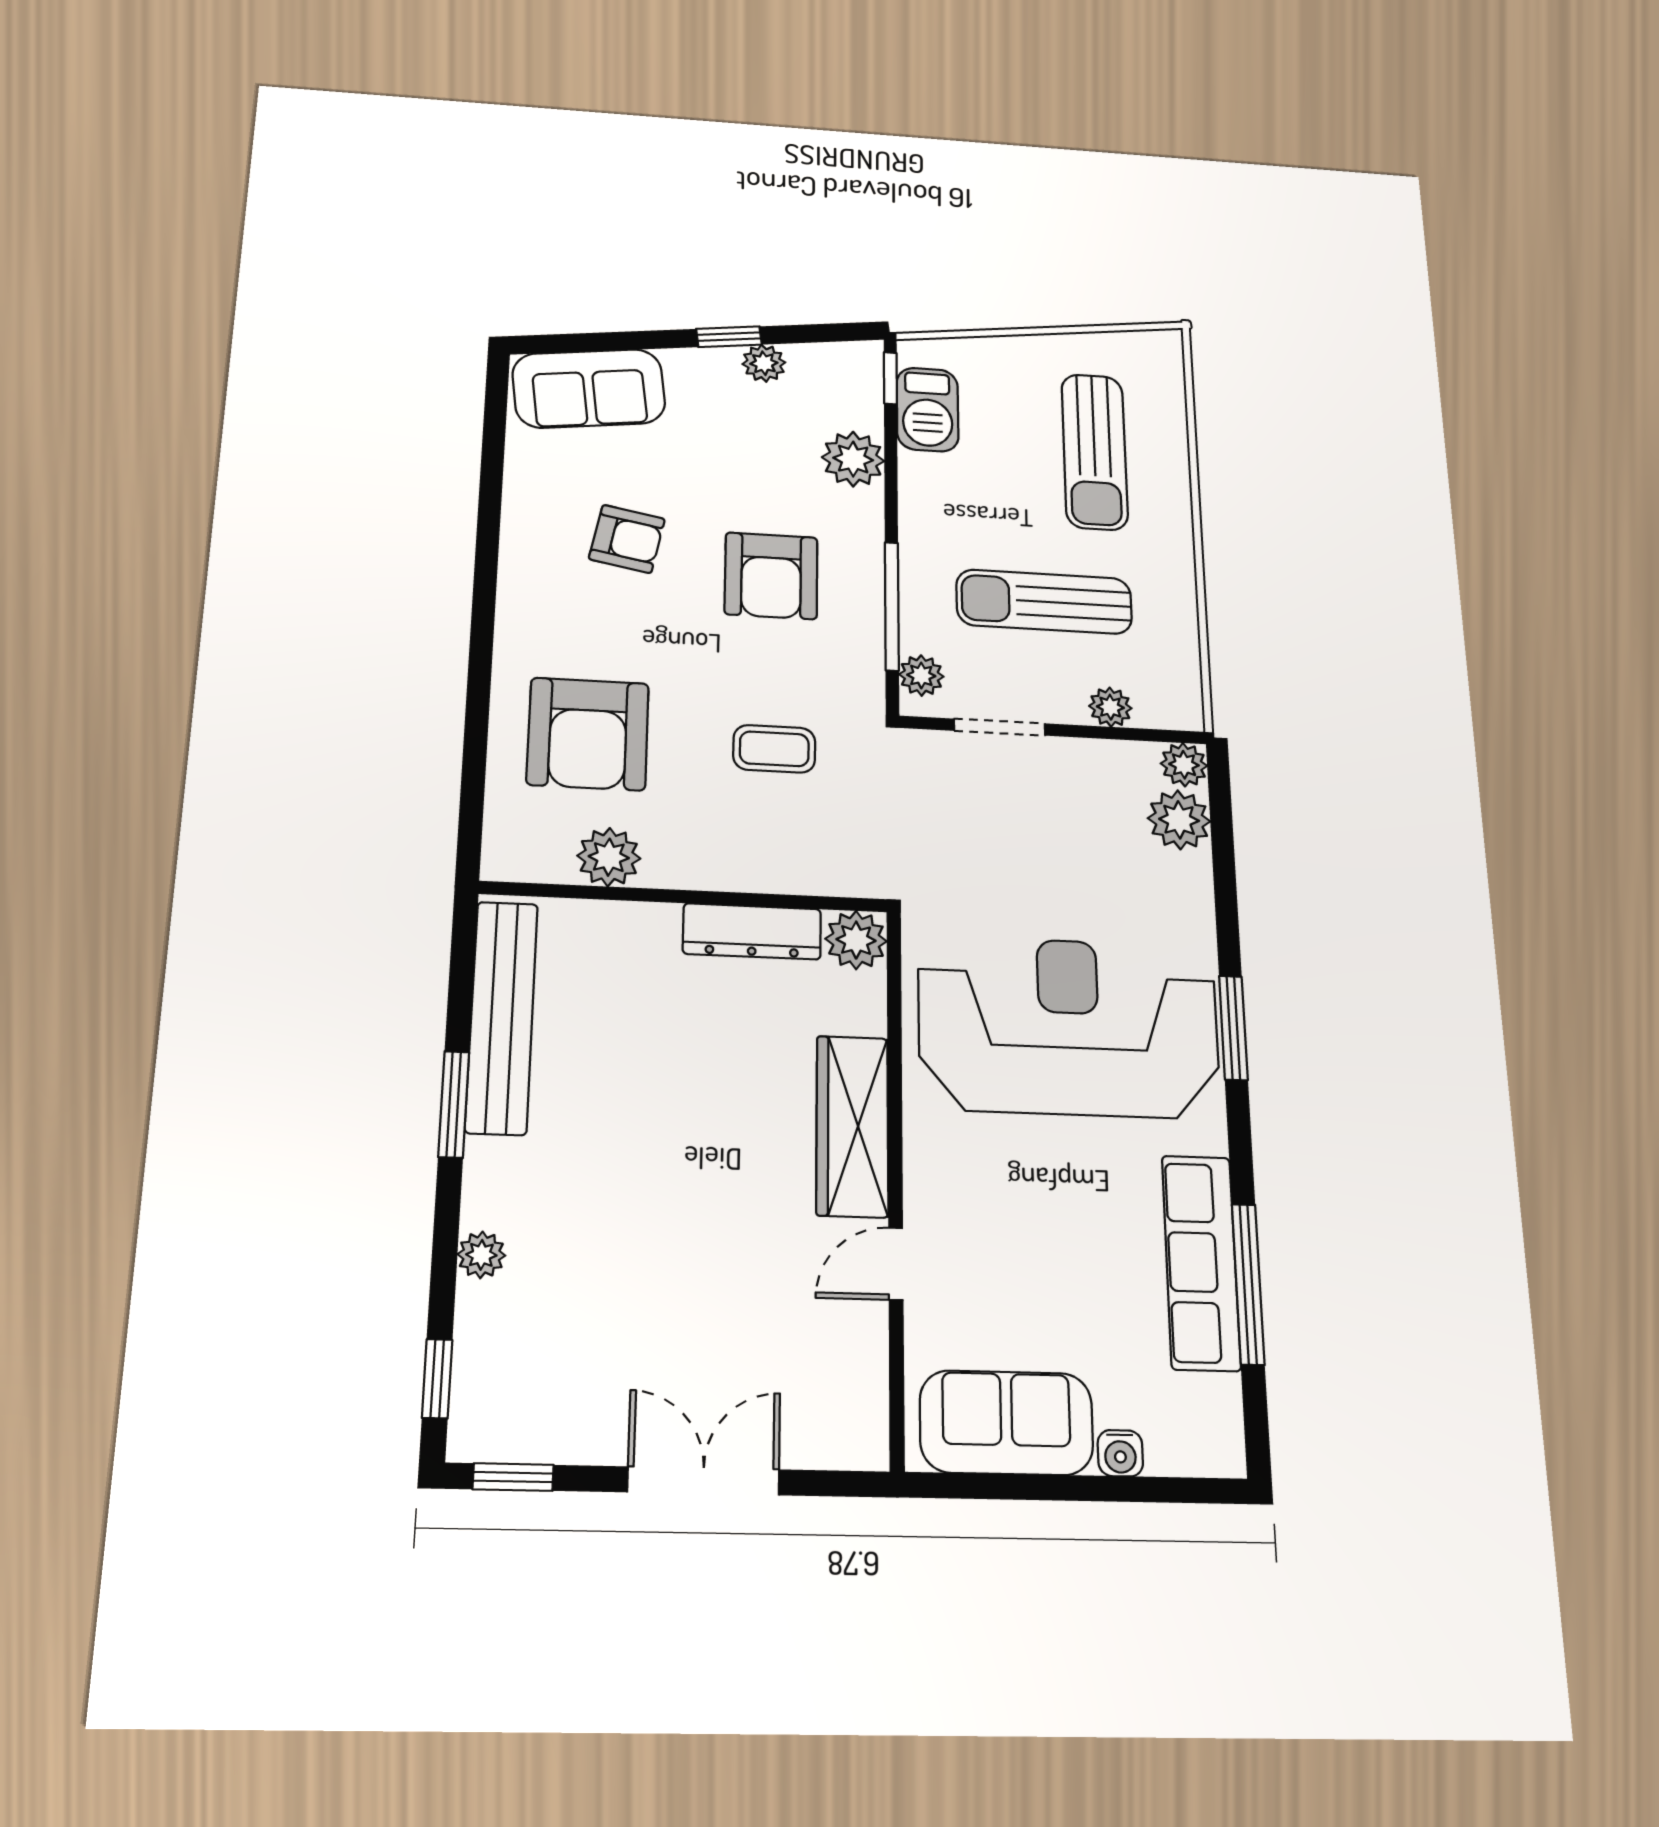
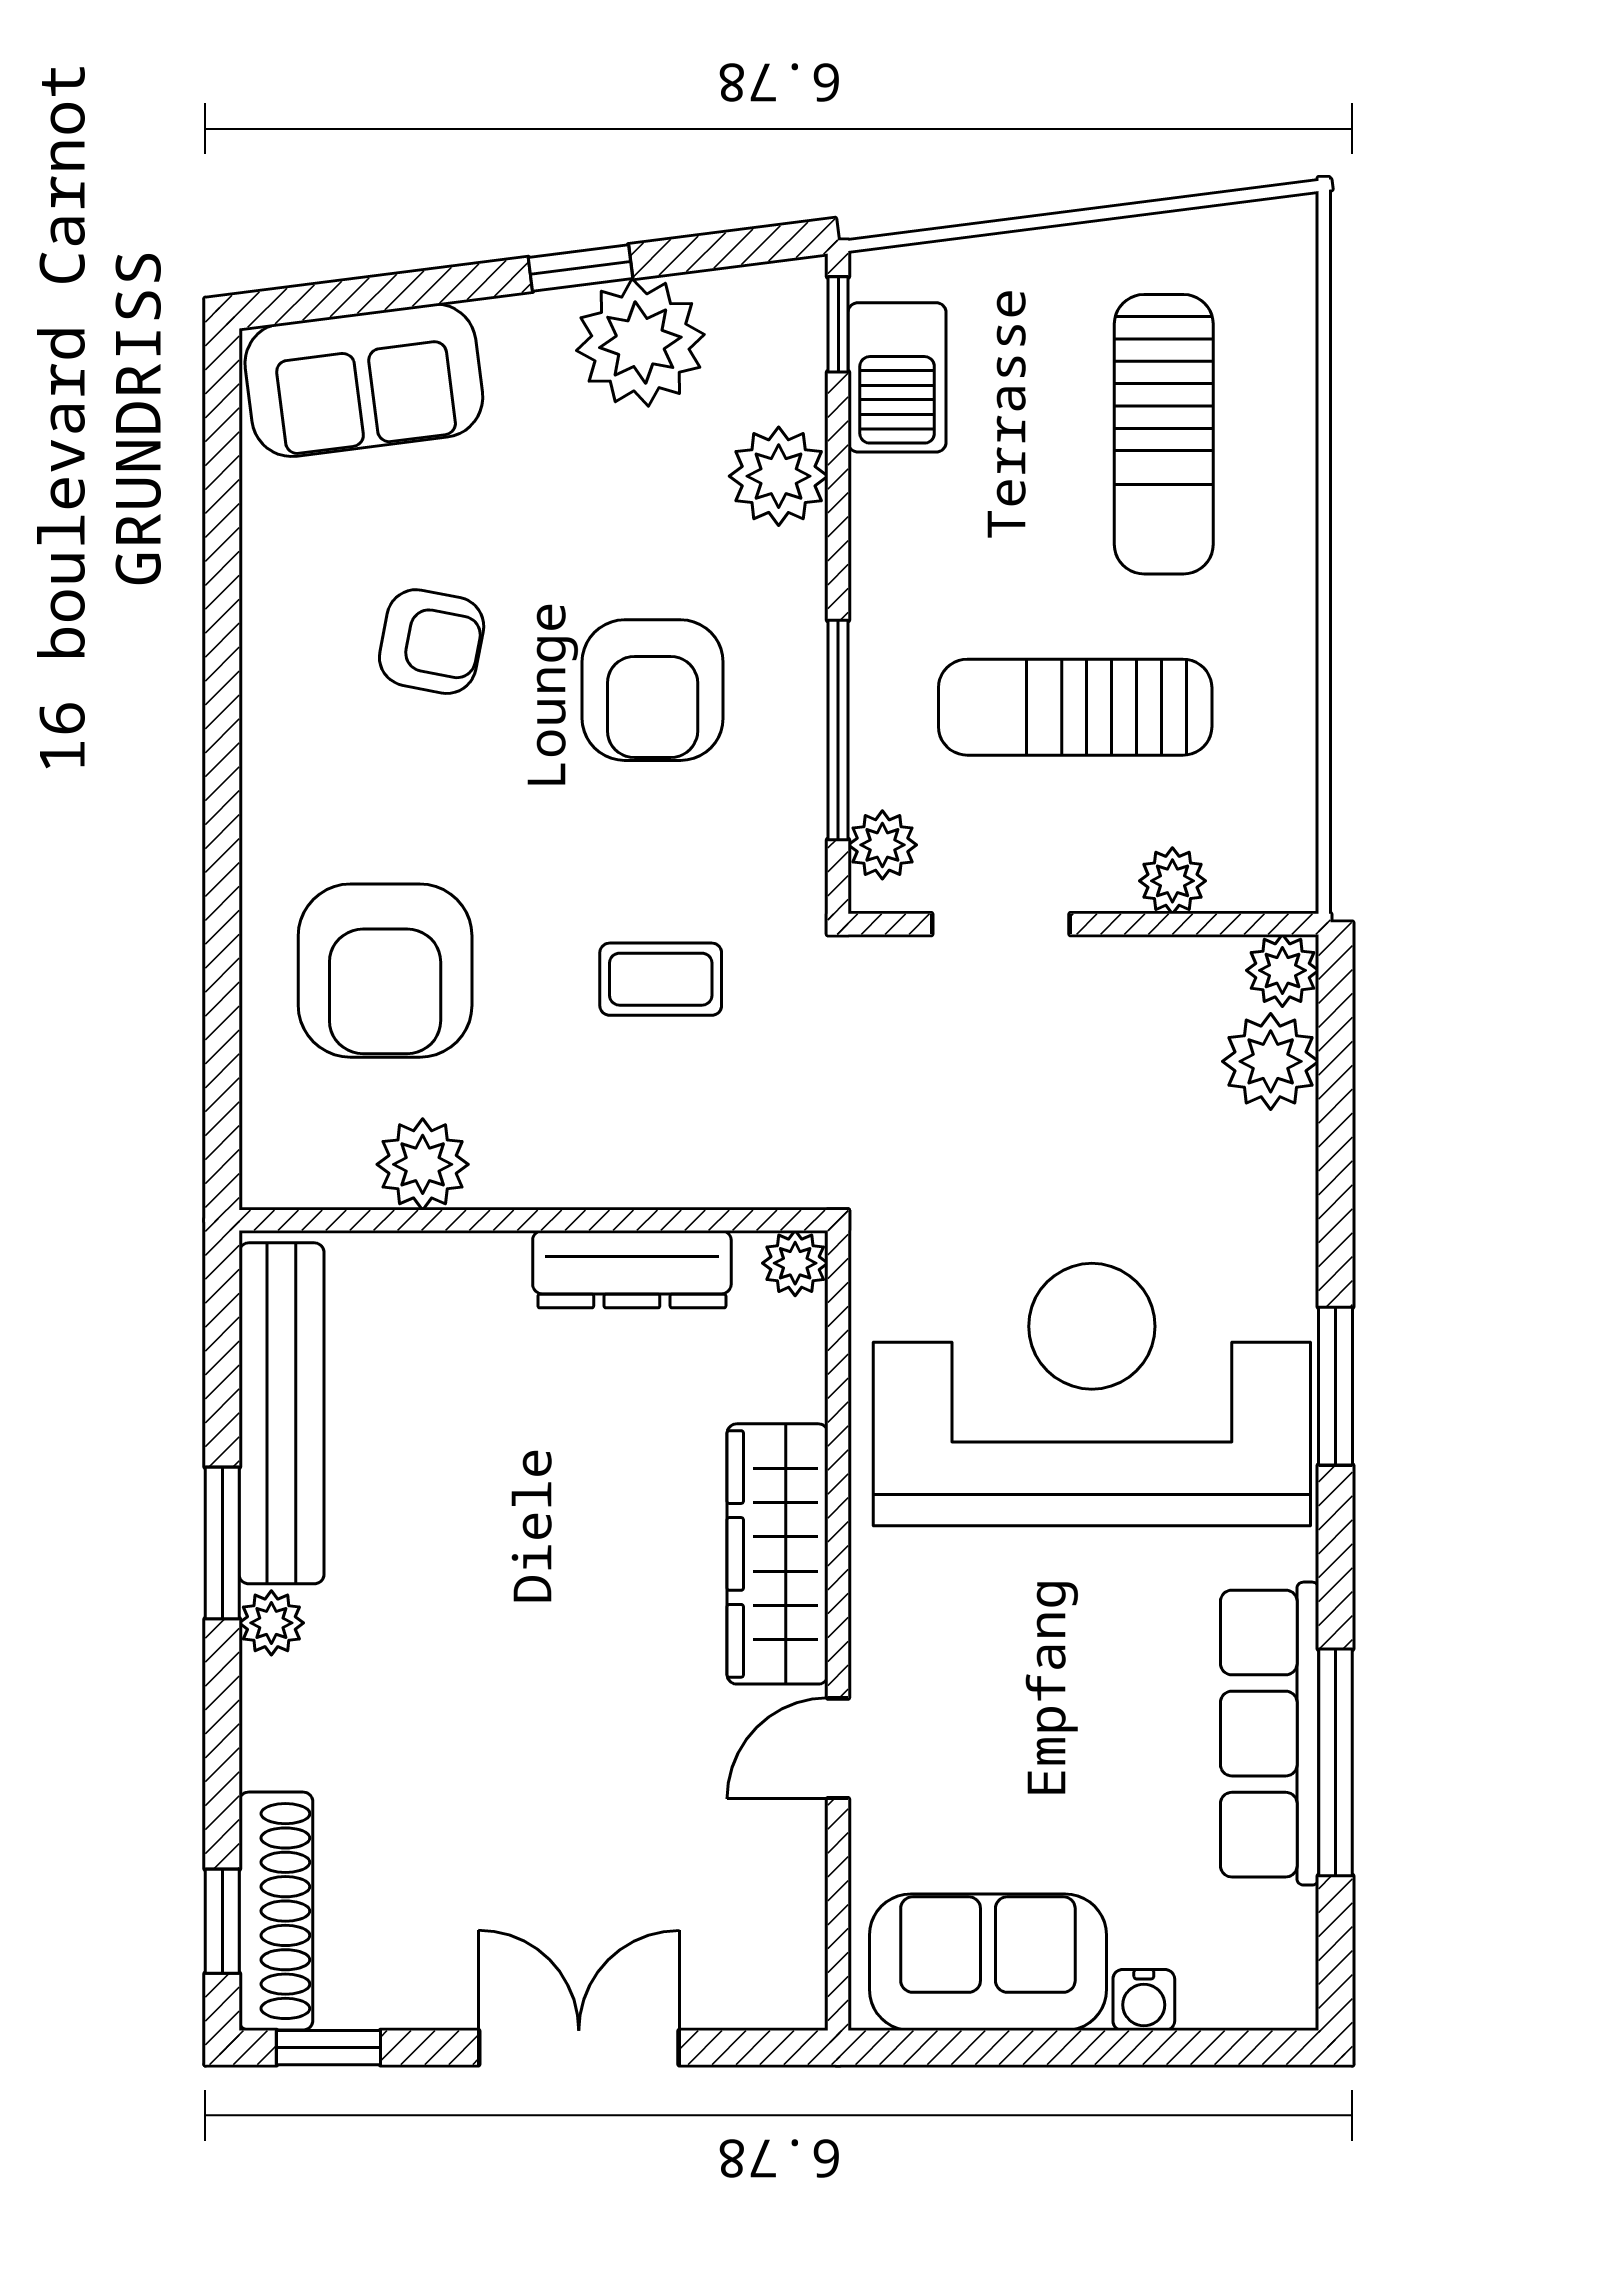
plant: (764, 363) -> (640, 342), width x1.87, depth x1.87
plant: (856, 940) -> (795, 1263), width x0.73, depth x0.73
plant: (481, 1255) -> (271, 1623), moved
shoe rack: (478, 1372) -> (276, 1911), added

